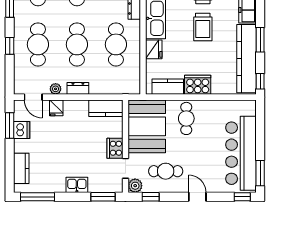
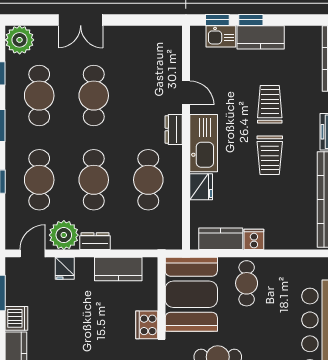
cooker: (198, 85) -> (254, 239), width x0.53, depth x0.76
plant: (56, 89) -> (64, 235), width x1.88, depth x1.88
door: (33, 97) -> (33, 253), swing flipped
kitchen counter: (106, 108) -> (118, 269), moved
dishwasher: (22, 130) -> (16, 318), moved

